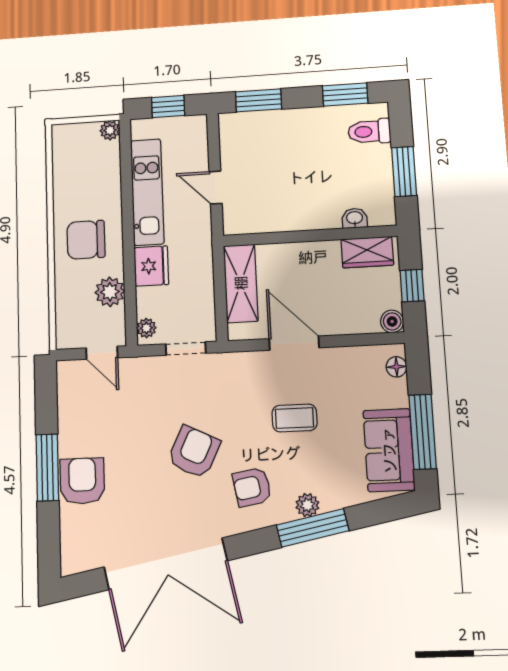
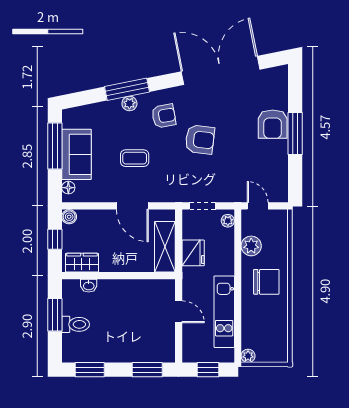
toilet: (369, 132) -> (76, 324), moved
fridge: (151, 266) -> (193, 253), moved, turned 180
sofa: (389, 450) -> (76, 154), moved
armchair: (194, 452) -> (200, 139), turned -109

